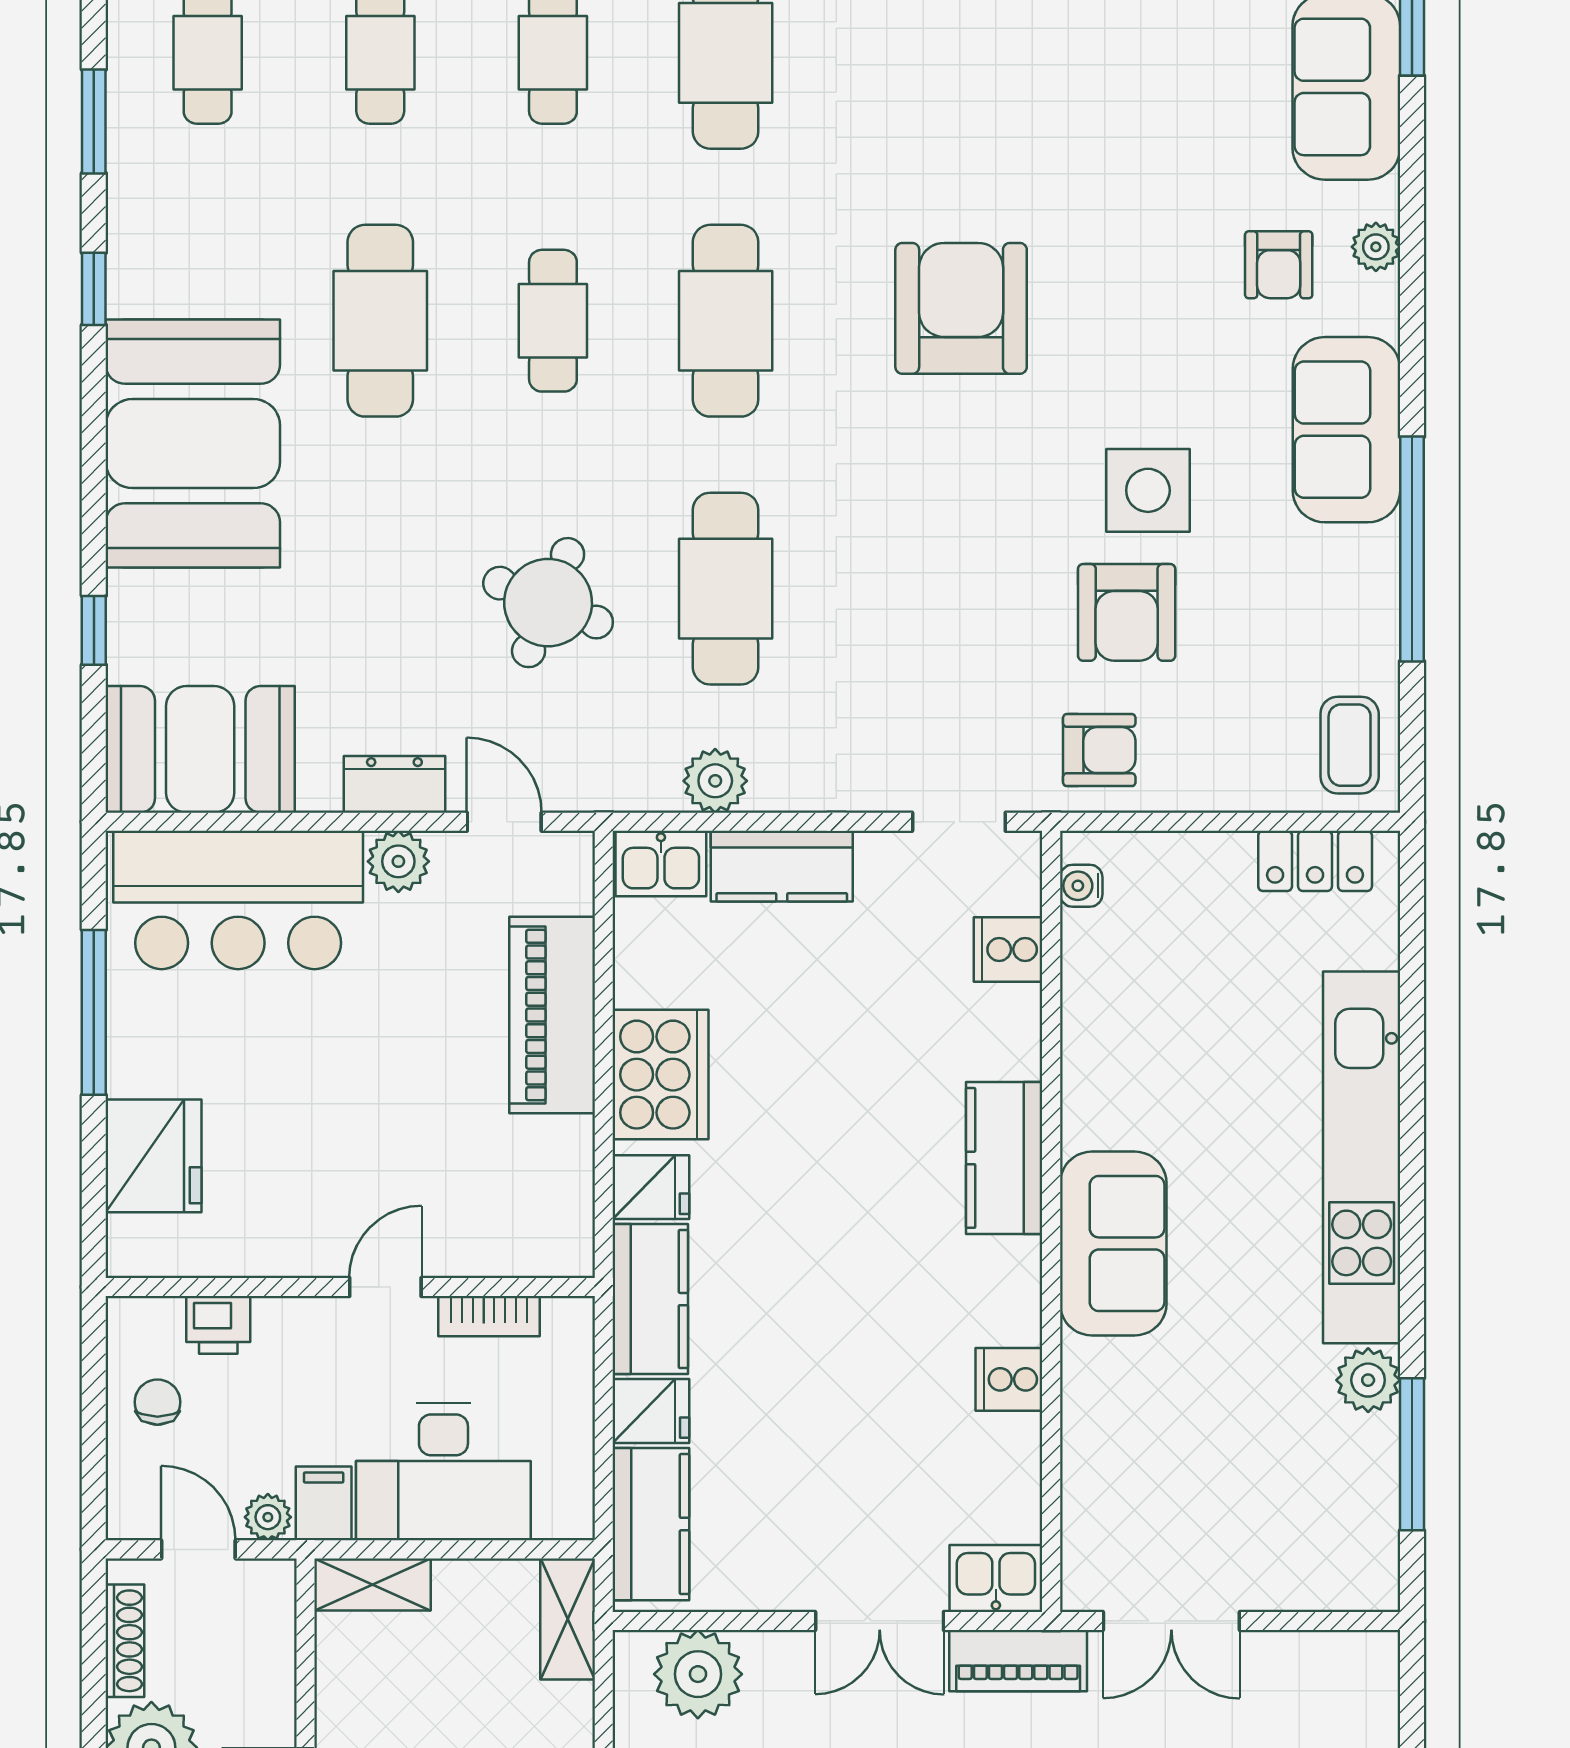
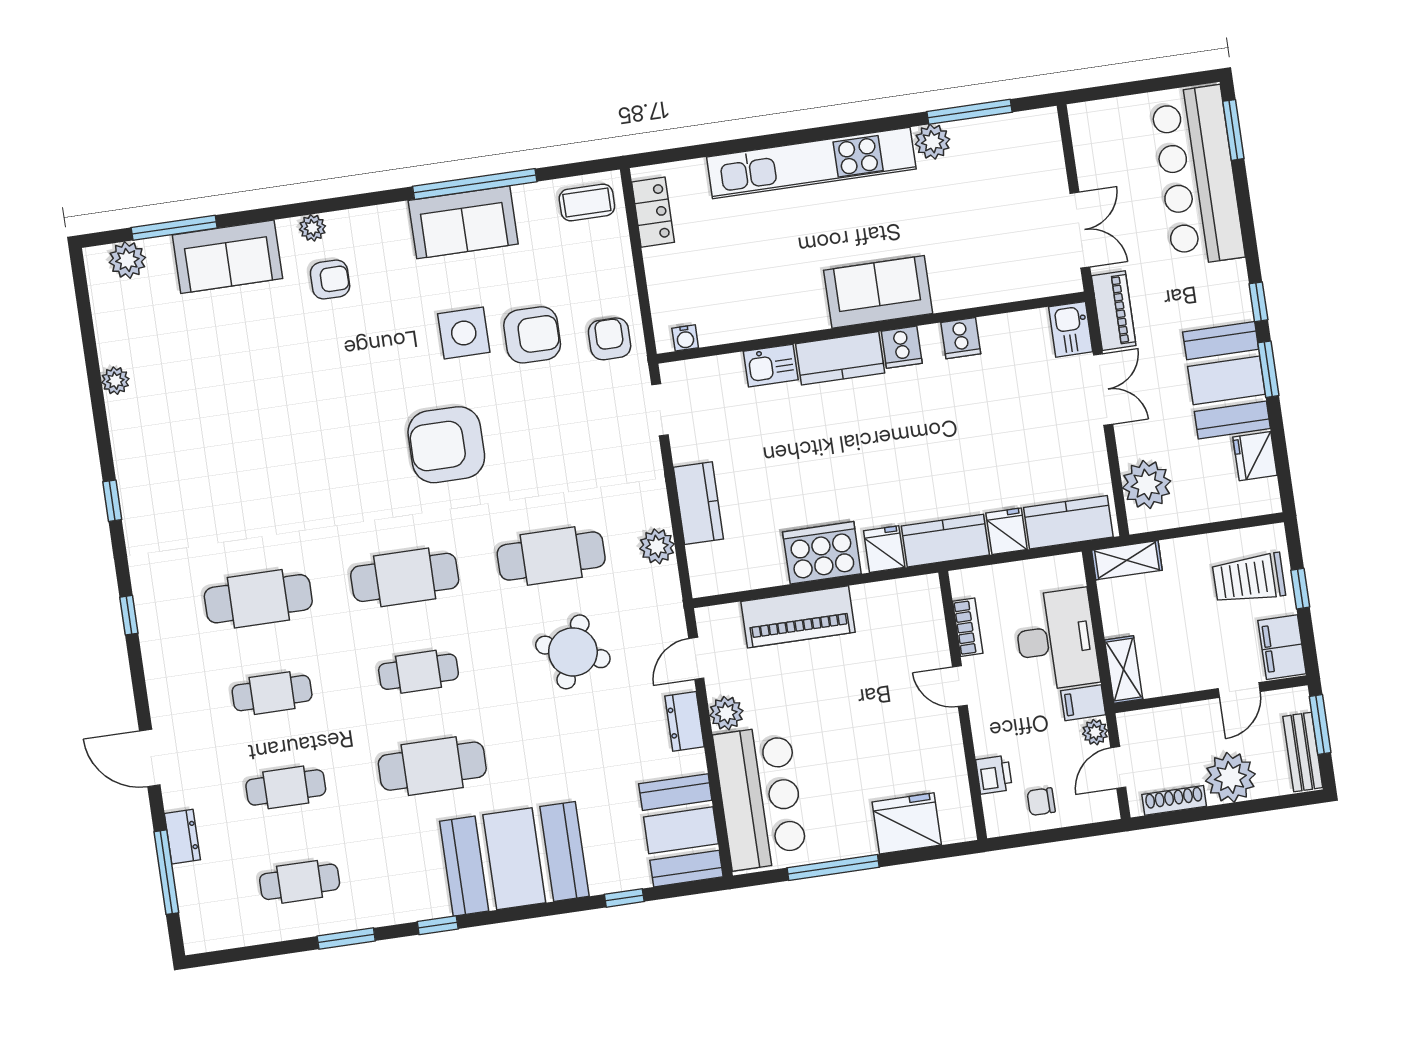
armchair: (961, 308) -> (446, 445), moved
sofa: (1346, 430) -> (463, 222), moved
kitchen sink: (661, 863) -> (771, 366), moved, turned 90
cooker: (1008, 949) -> (902, 347), moved

